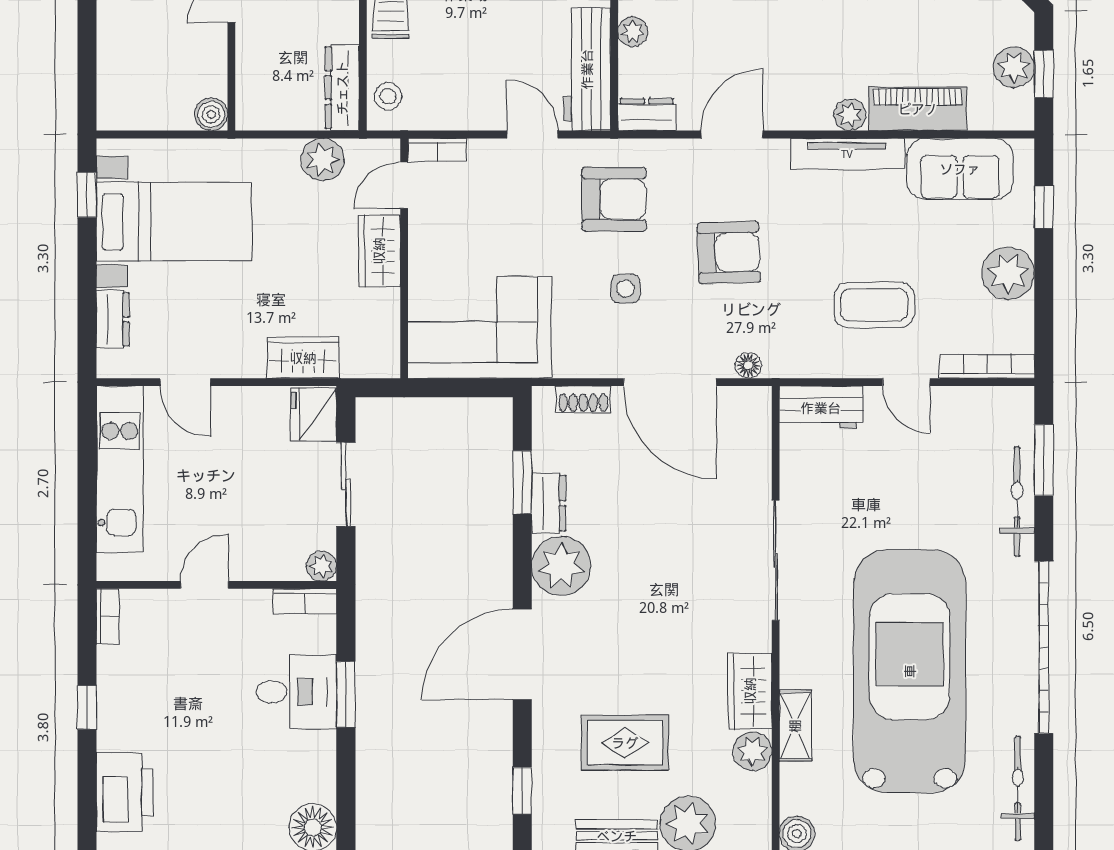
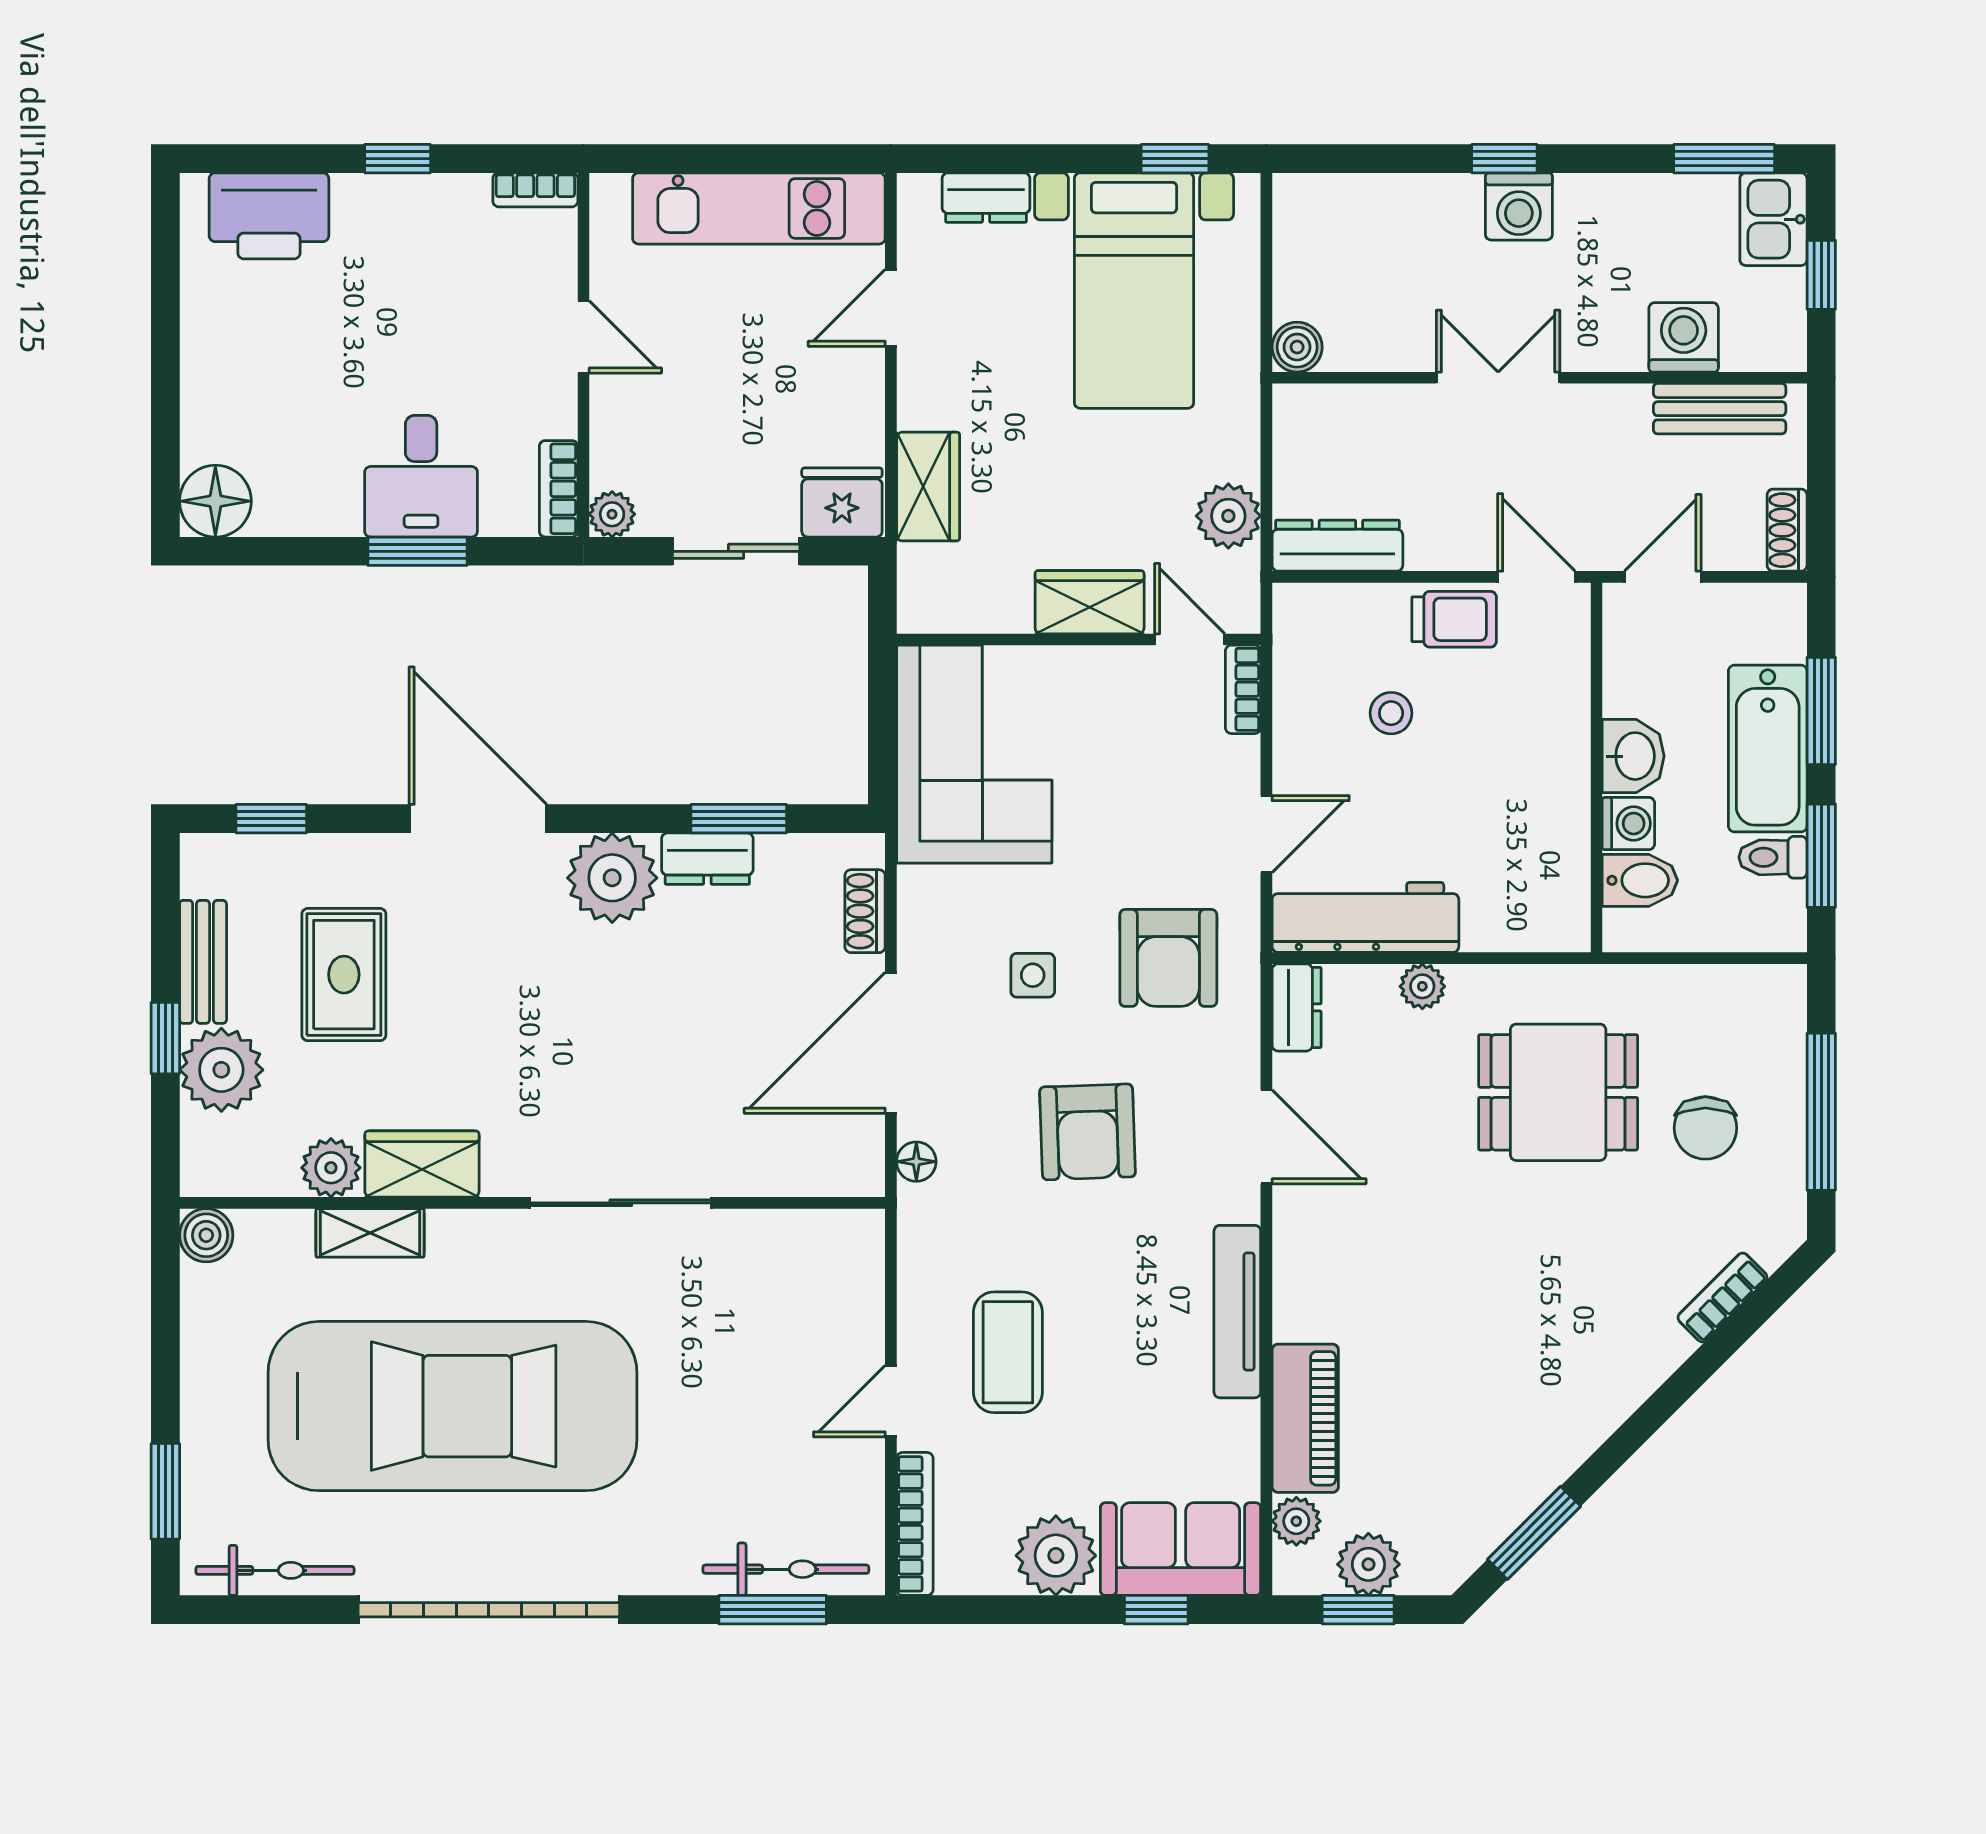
stool: (388, 96) -> (1391, 713), moved
plant: (850, 115) -> (1296, 1521), moved
sofa: (960, 169) -> (1181, 1549), moved, turned 90
workbench: (821, 408) -> (852, 1272), removed
bicycle: (1017, 502) -> (786, 1569), moved

